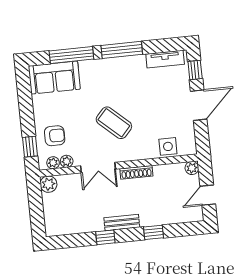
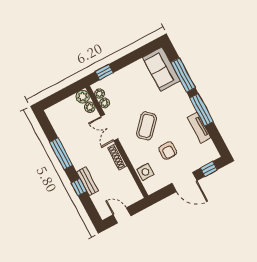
tv unit: (165, 59) -> (199, 128), moved
armchair: (55, 136) -> (168, 151), moved
plant: (192, 168) -> (90, 107), moved
bench: (122, 223) -> (87, 181), moved
window: (105, 237) -> (61, 154), width x2.17

